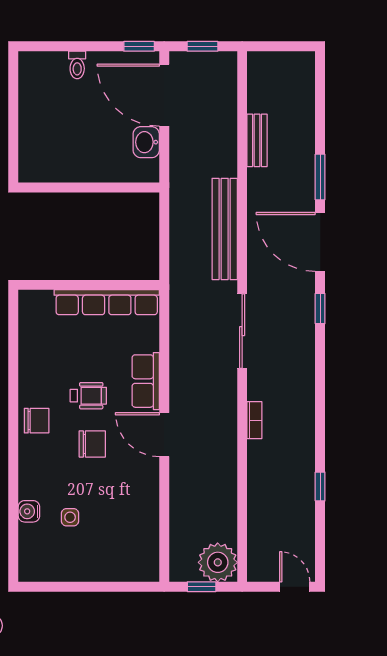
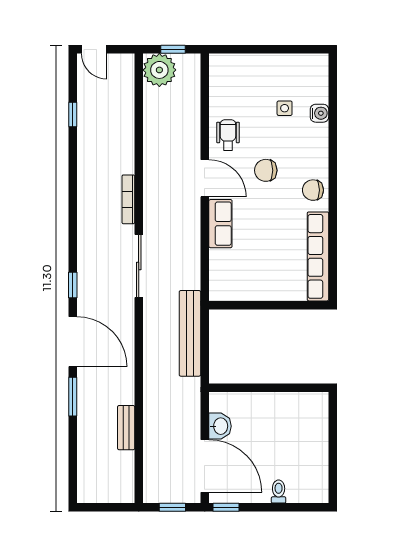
bench: (225, 229) -> (190, 333), moved
row of seats: (107, 302) -> (318, 256), moved, turned -90
wheelchair: (88, 396) -> (228, 135), moved, turned 90
bookcase: (254, 420) -> (128, 199), width x1.56
window: (320, 487) -> (73, 115), moved

